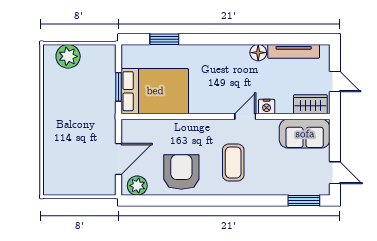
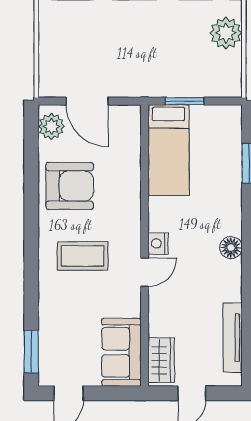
floor lamp: (258, 53) -> (231, 248), moved
bed: (155, 91) -> (169, 150), width x0.67
nightstand: (267, 107) -> (158, 243), moved
door: (245, 116) -> (145, 272), hinge flipped

